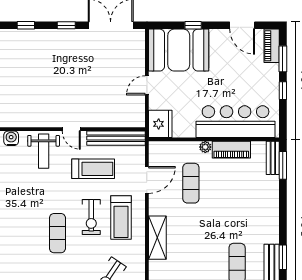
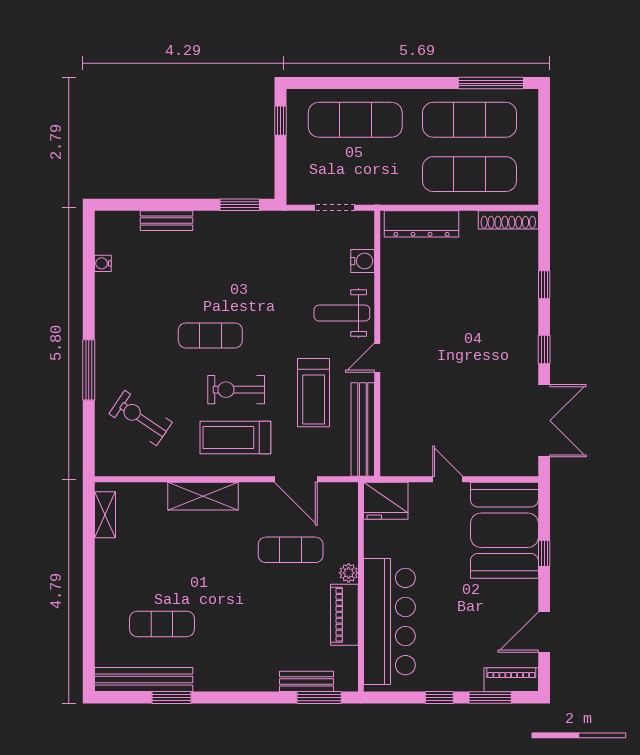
bench: (273, 158) -> (306, 681), moved

